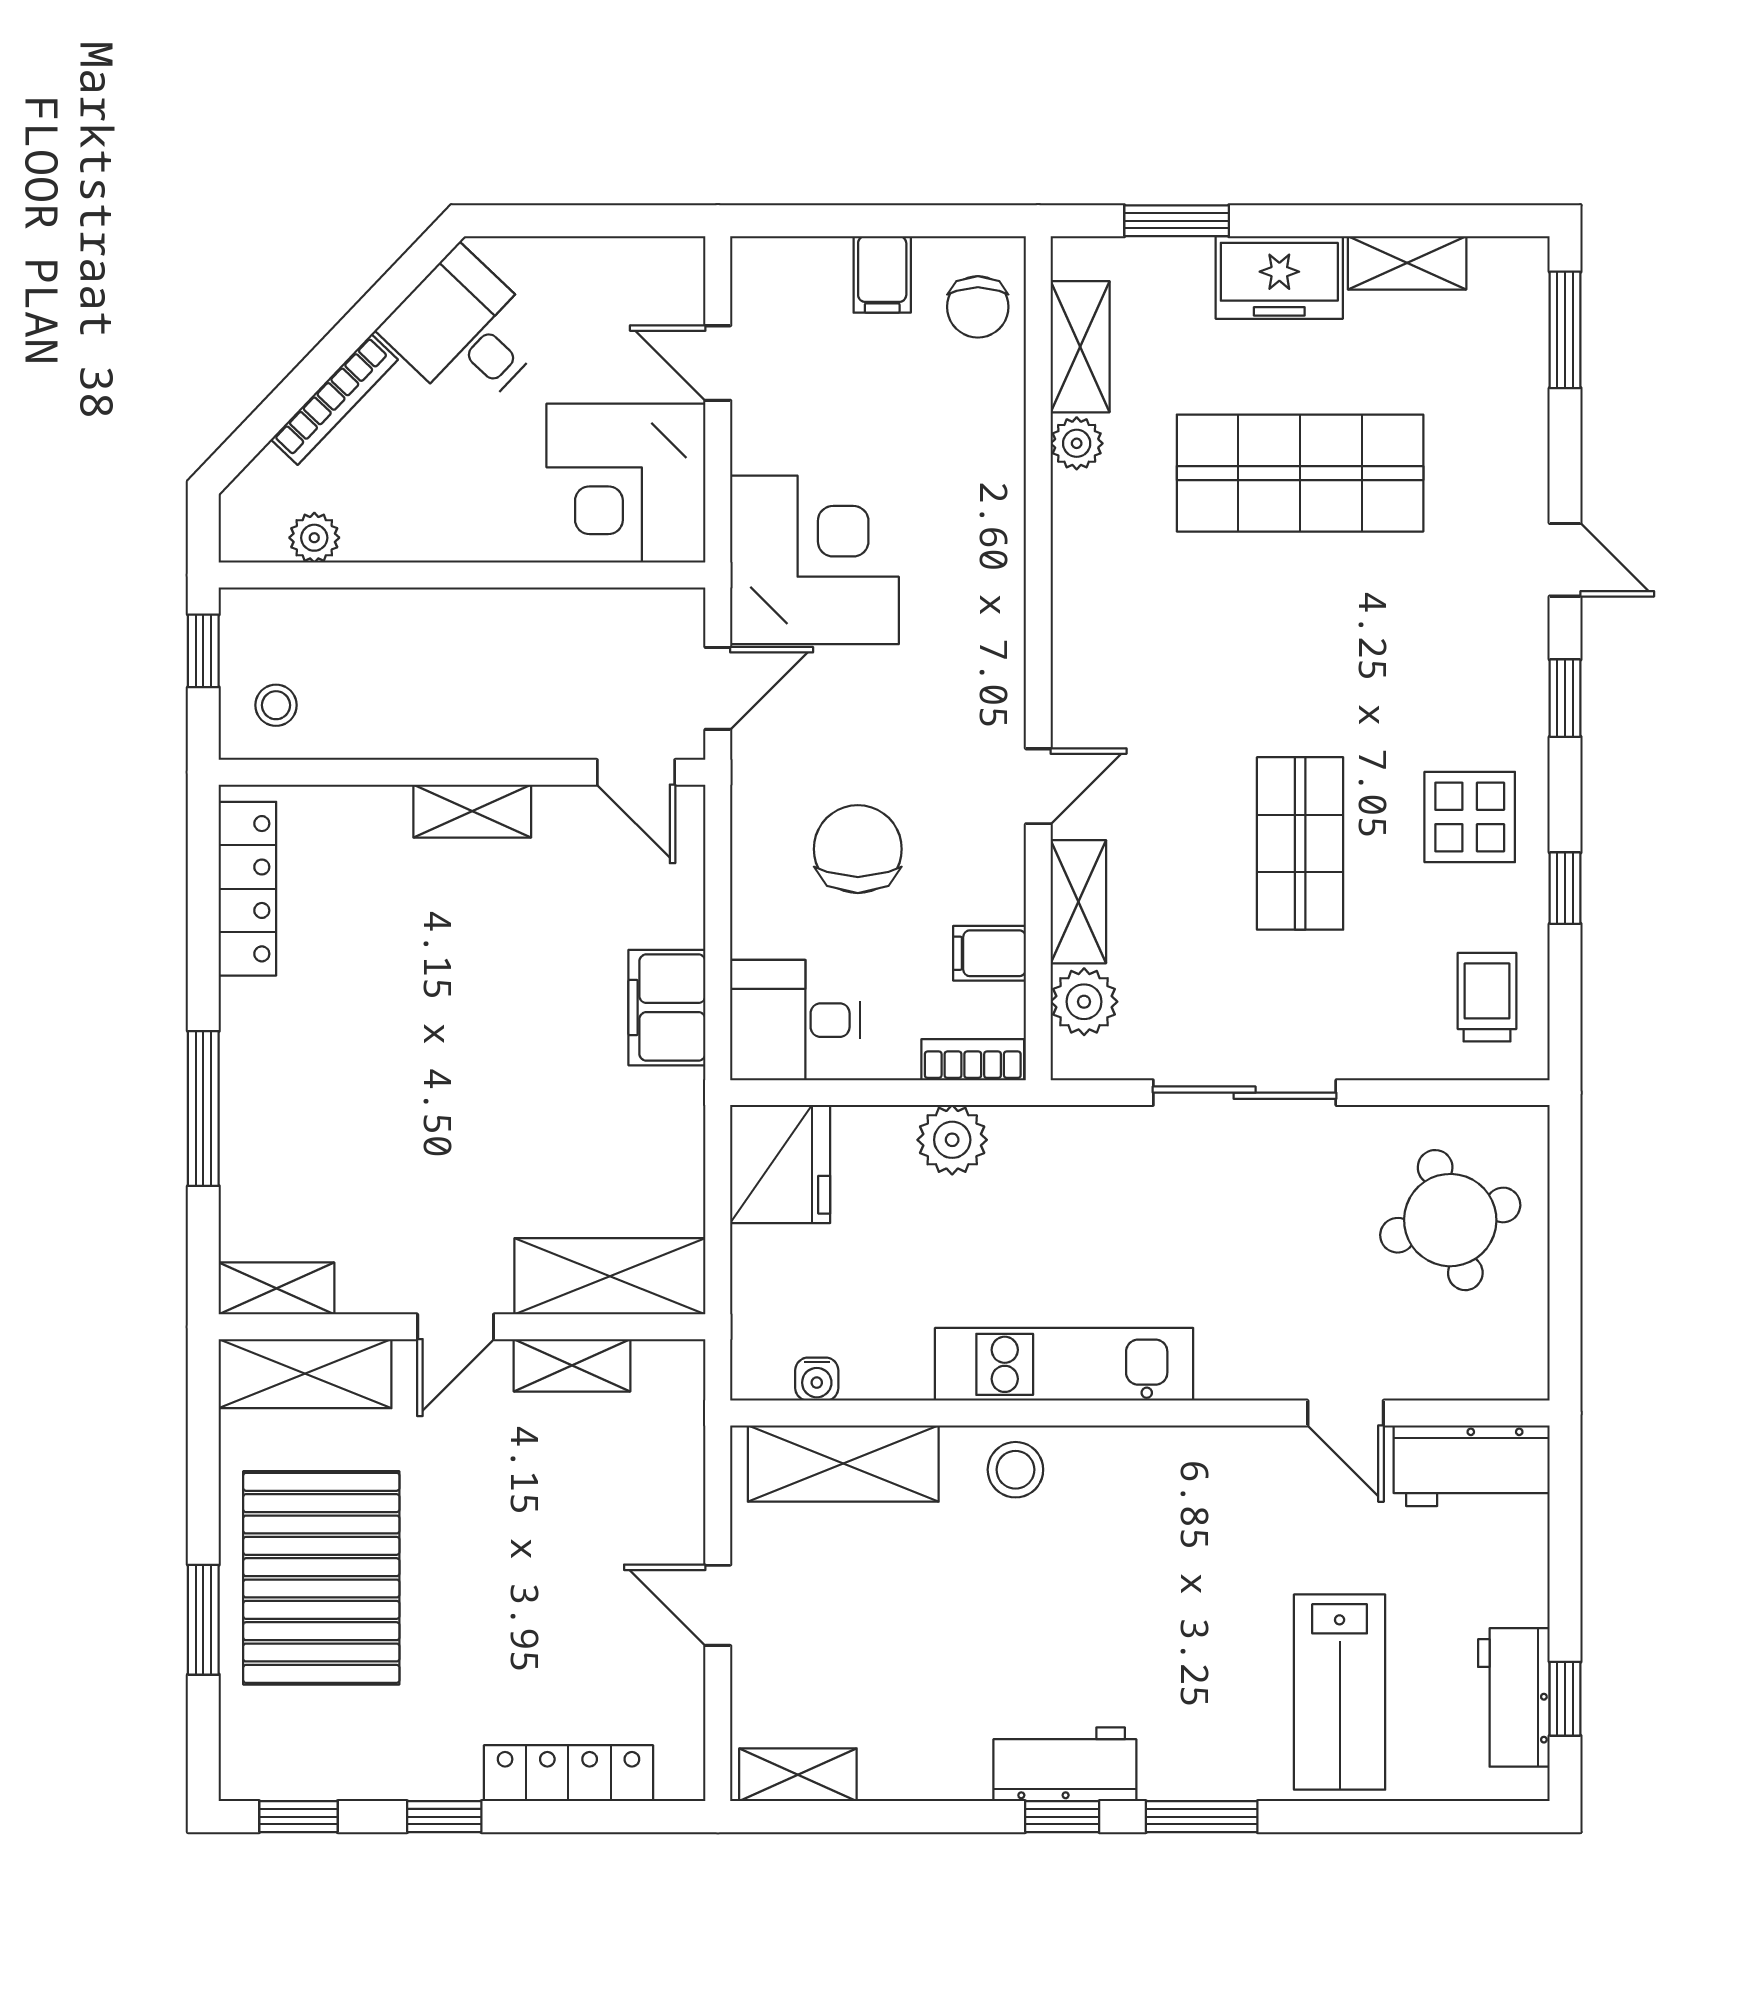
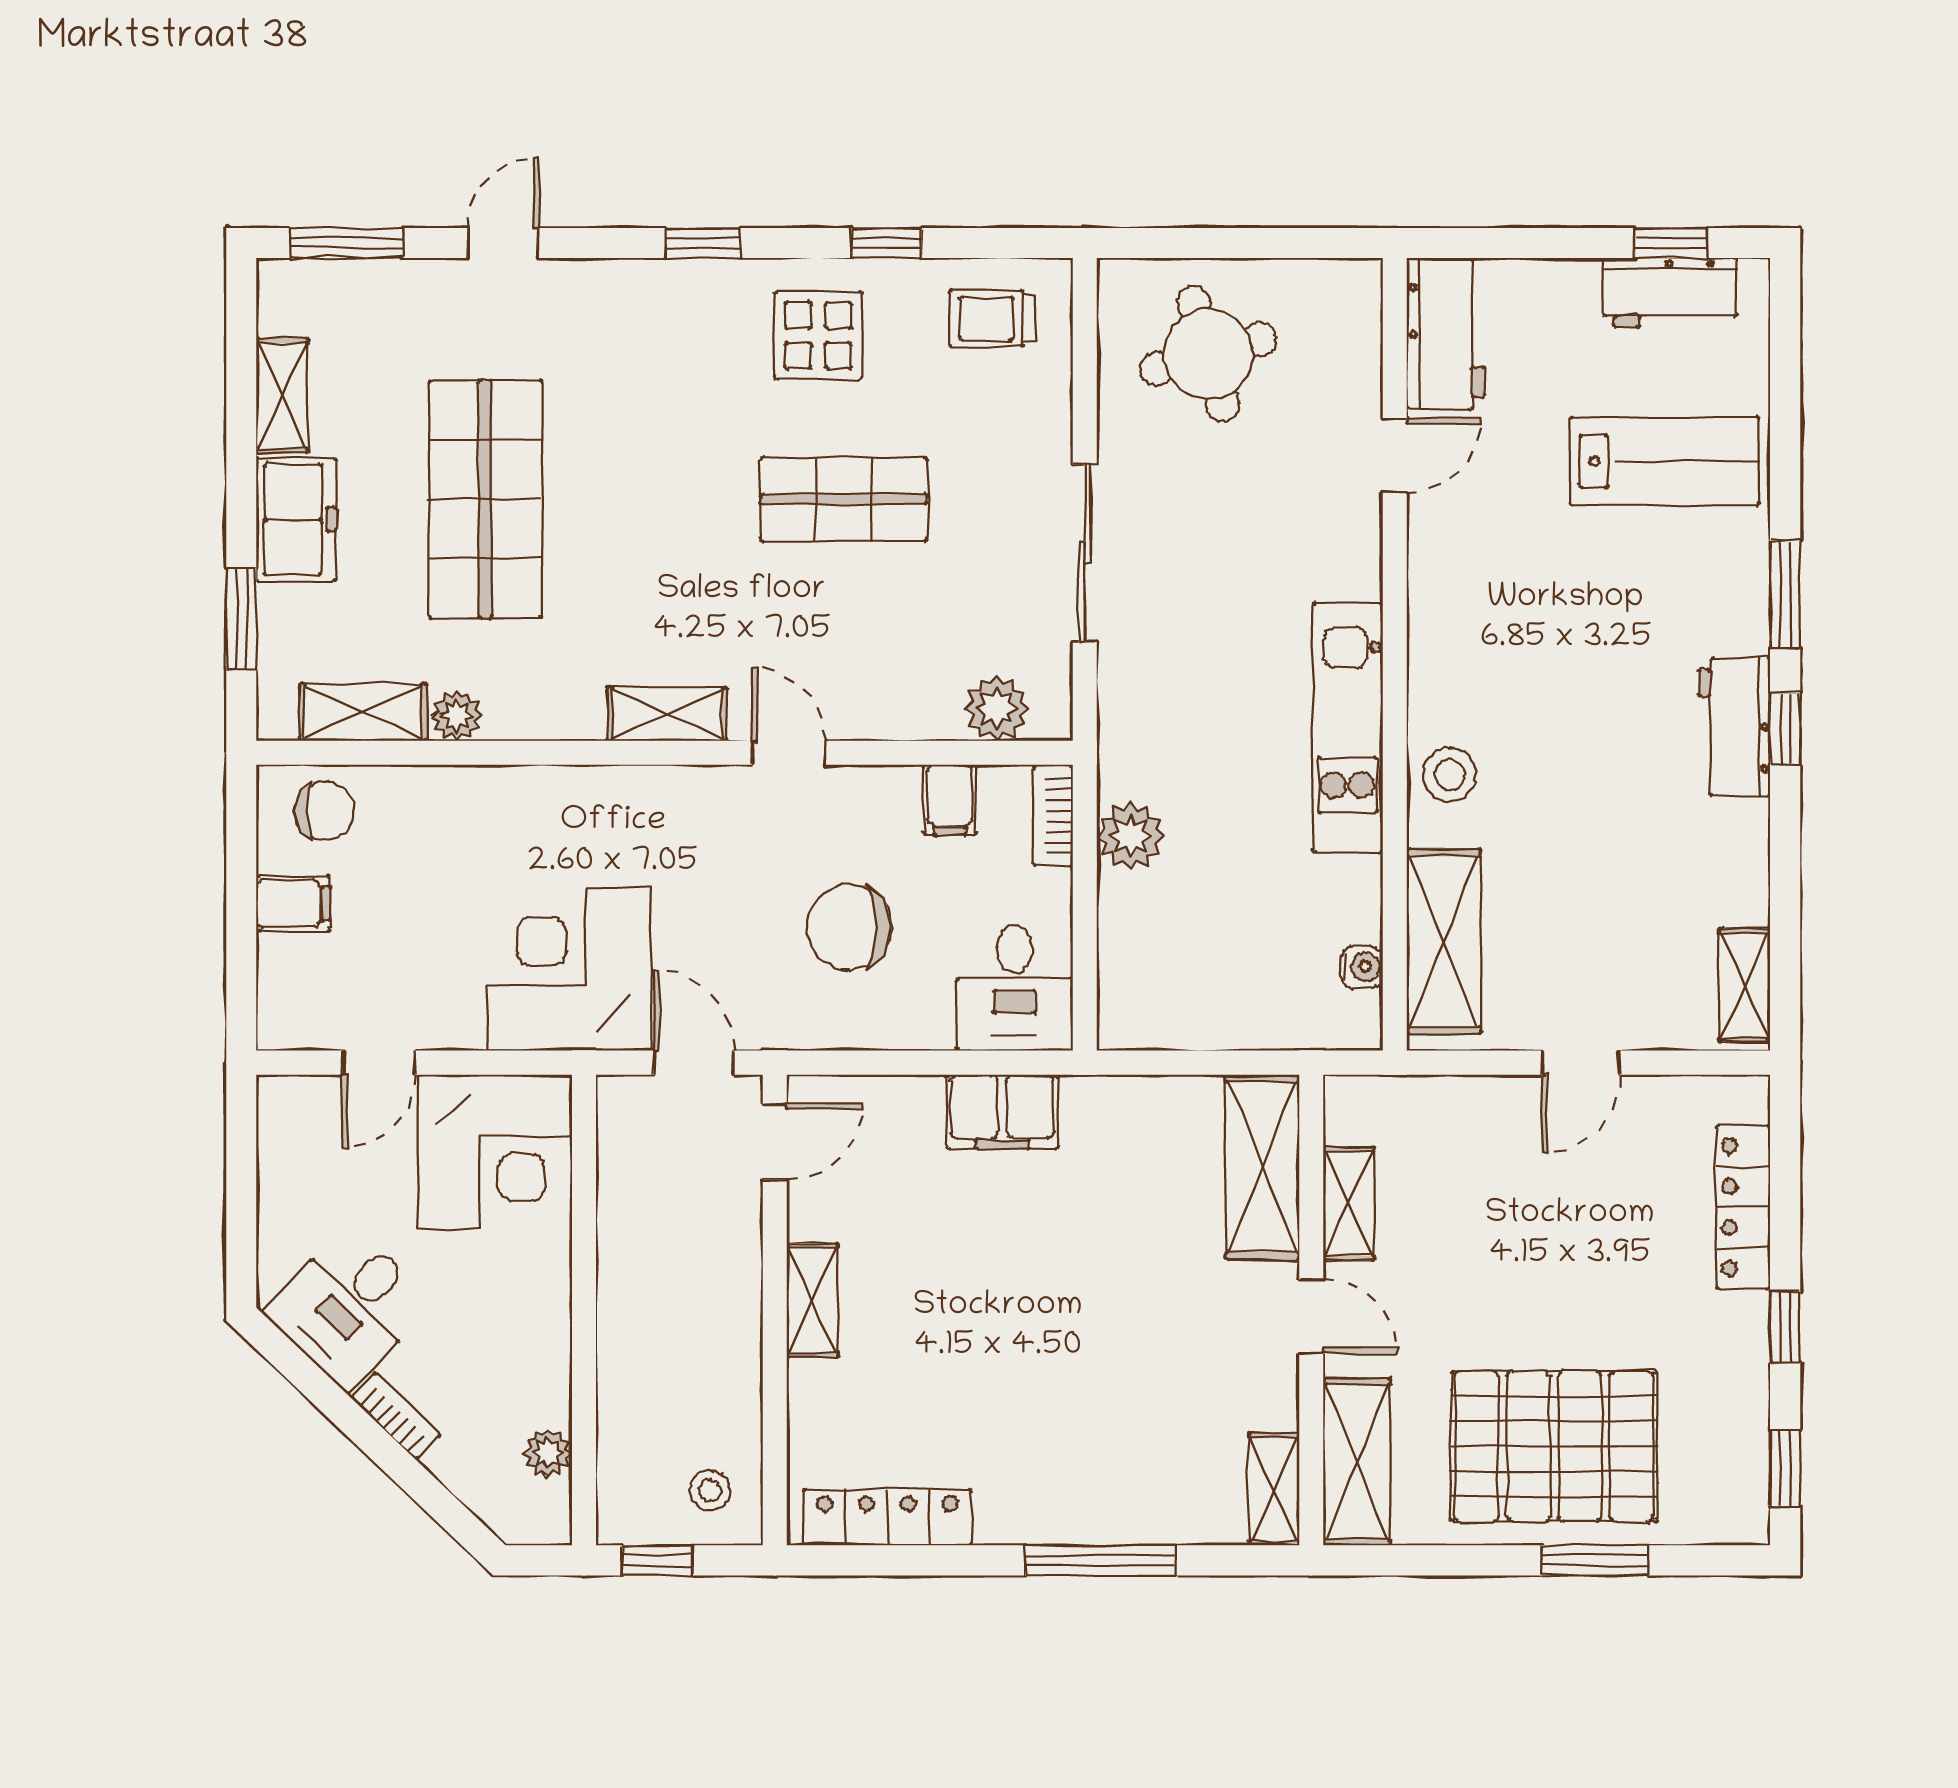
bookcase: (334, 400) -> (396, 1416), width x0.64
door: (1565, 560) -> (503, 243), moved
shelving: (1078, 902) -> (667, 714), moved
fridge: (780, 1164) -> (1154, 1002), removed

